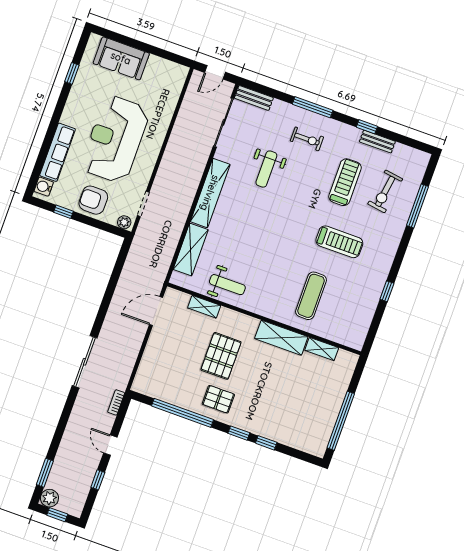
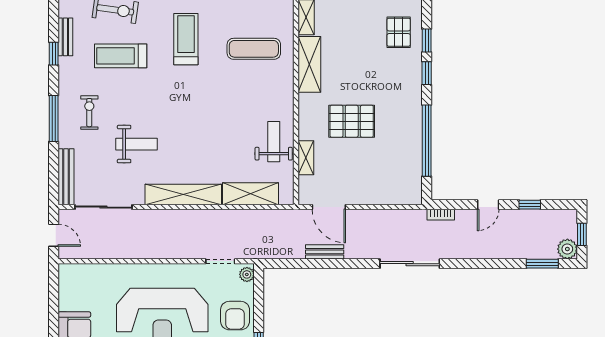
bench: (254, 98) -> (66, 177), width x1.36
bench: (120, 294) -> (325, 252), added
pallet: (218, 399) -> (399, 32), moved

